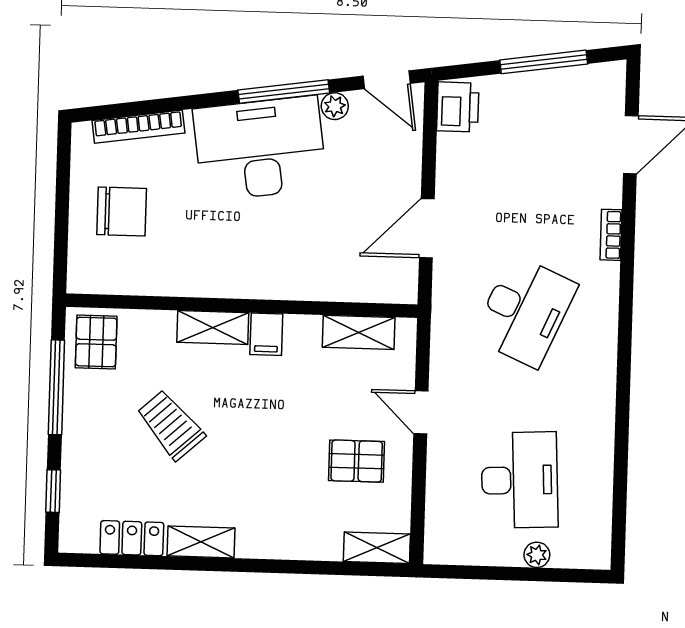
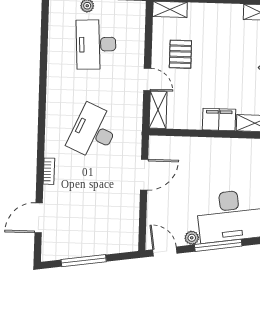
printer: (458, 107) -> (128, 237), removed
shelving: (359, 332) -> (158, 110), moved, turned 90
filing cabinet: (266, 334) -> (219, 120), width x2.00
pallet: (357, 461) -> (180, 54), turned 90

